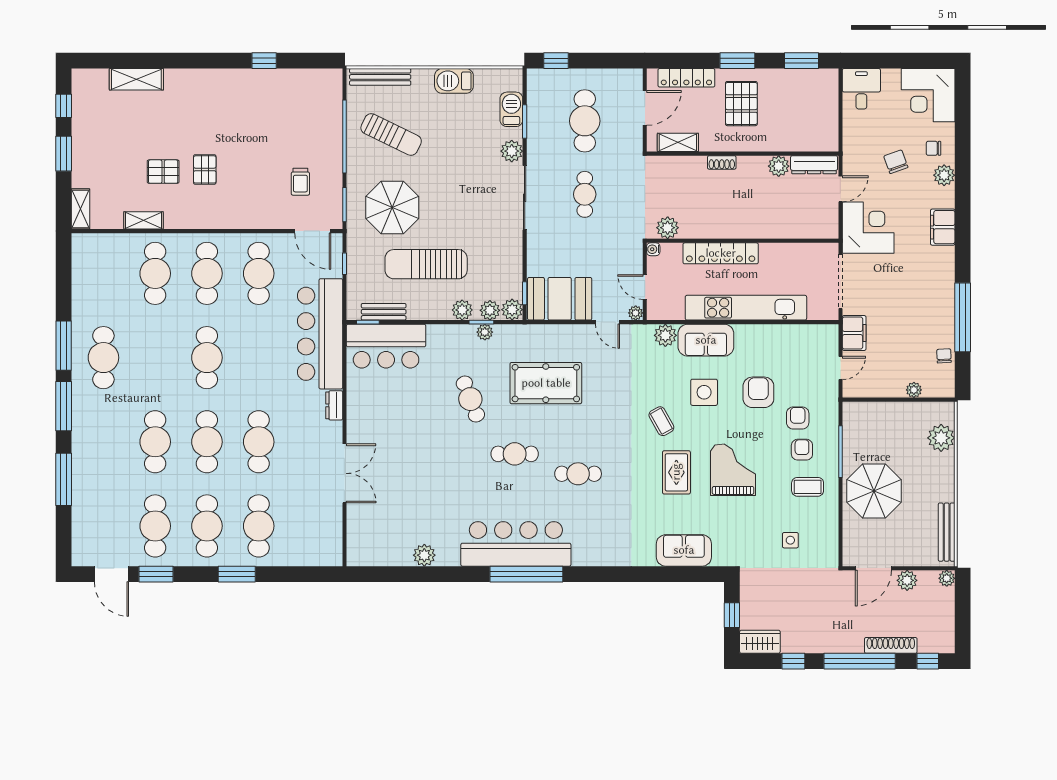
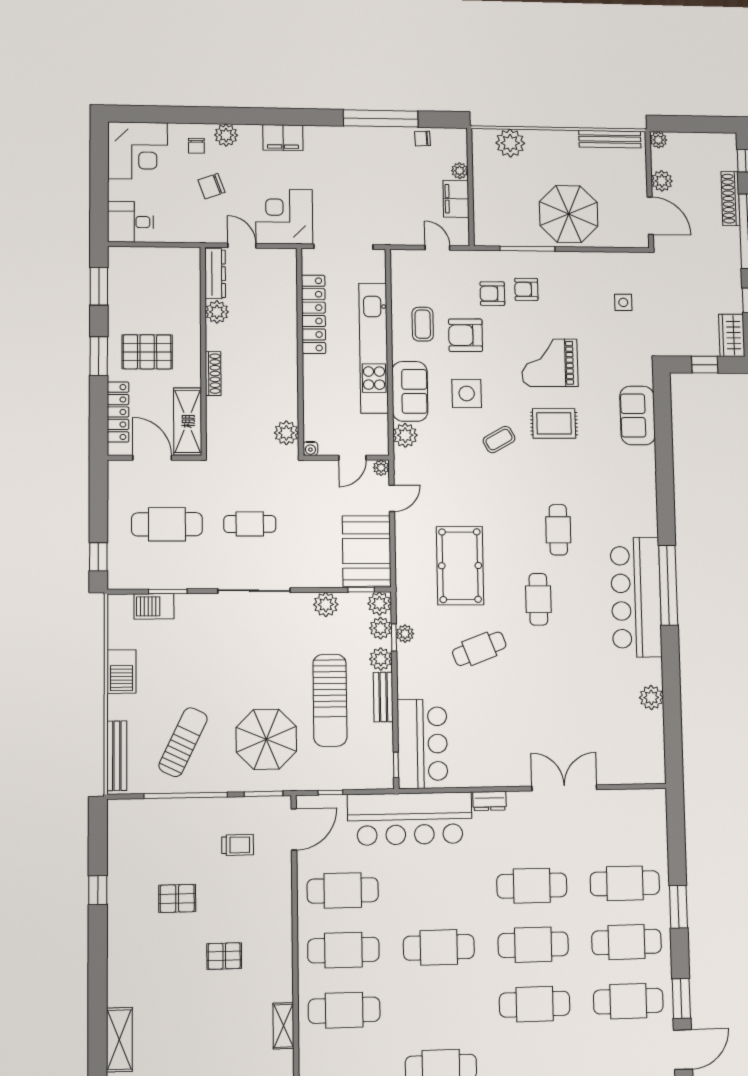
shelving: (678, 142) -> (188, 421), width x1.50, depth x1.33
plant: (512, 151) -> (326, 604), moved
shoe rack: (722, 162) -> (213, 374), width x1.43
pallet: (163, 172) -> (177, 898), moved, turned 90
locker: (721, 253) -> (313, 314), moved
bench: (384, 312) -> (383, 697), moved
filing cabinet: (854, 333) -> (456, 199), moved, turned -90
coffee table: (808, 487) -> (423, 324), moved

